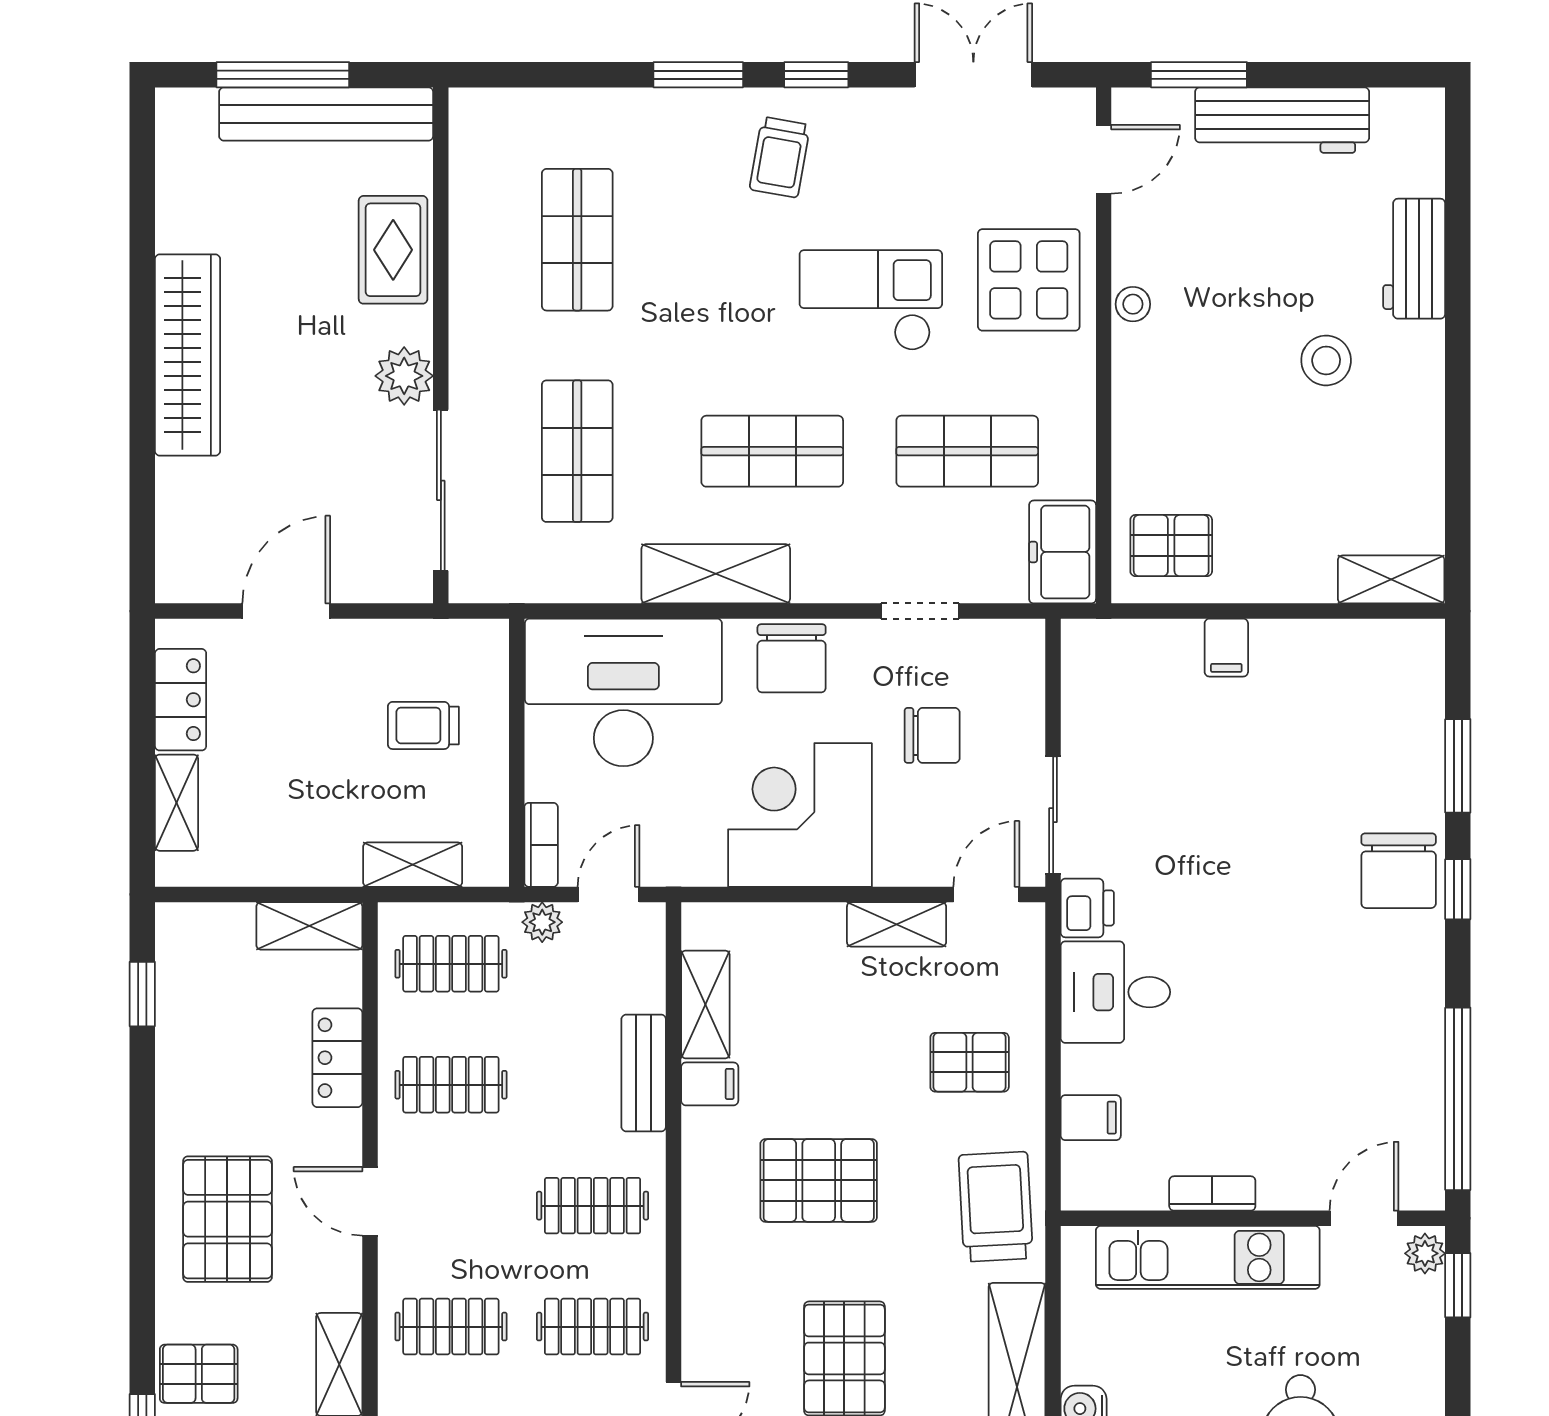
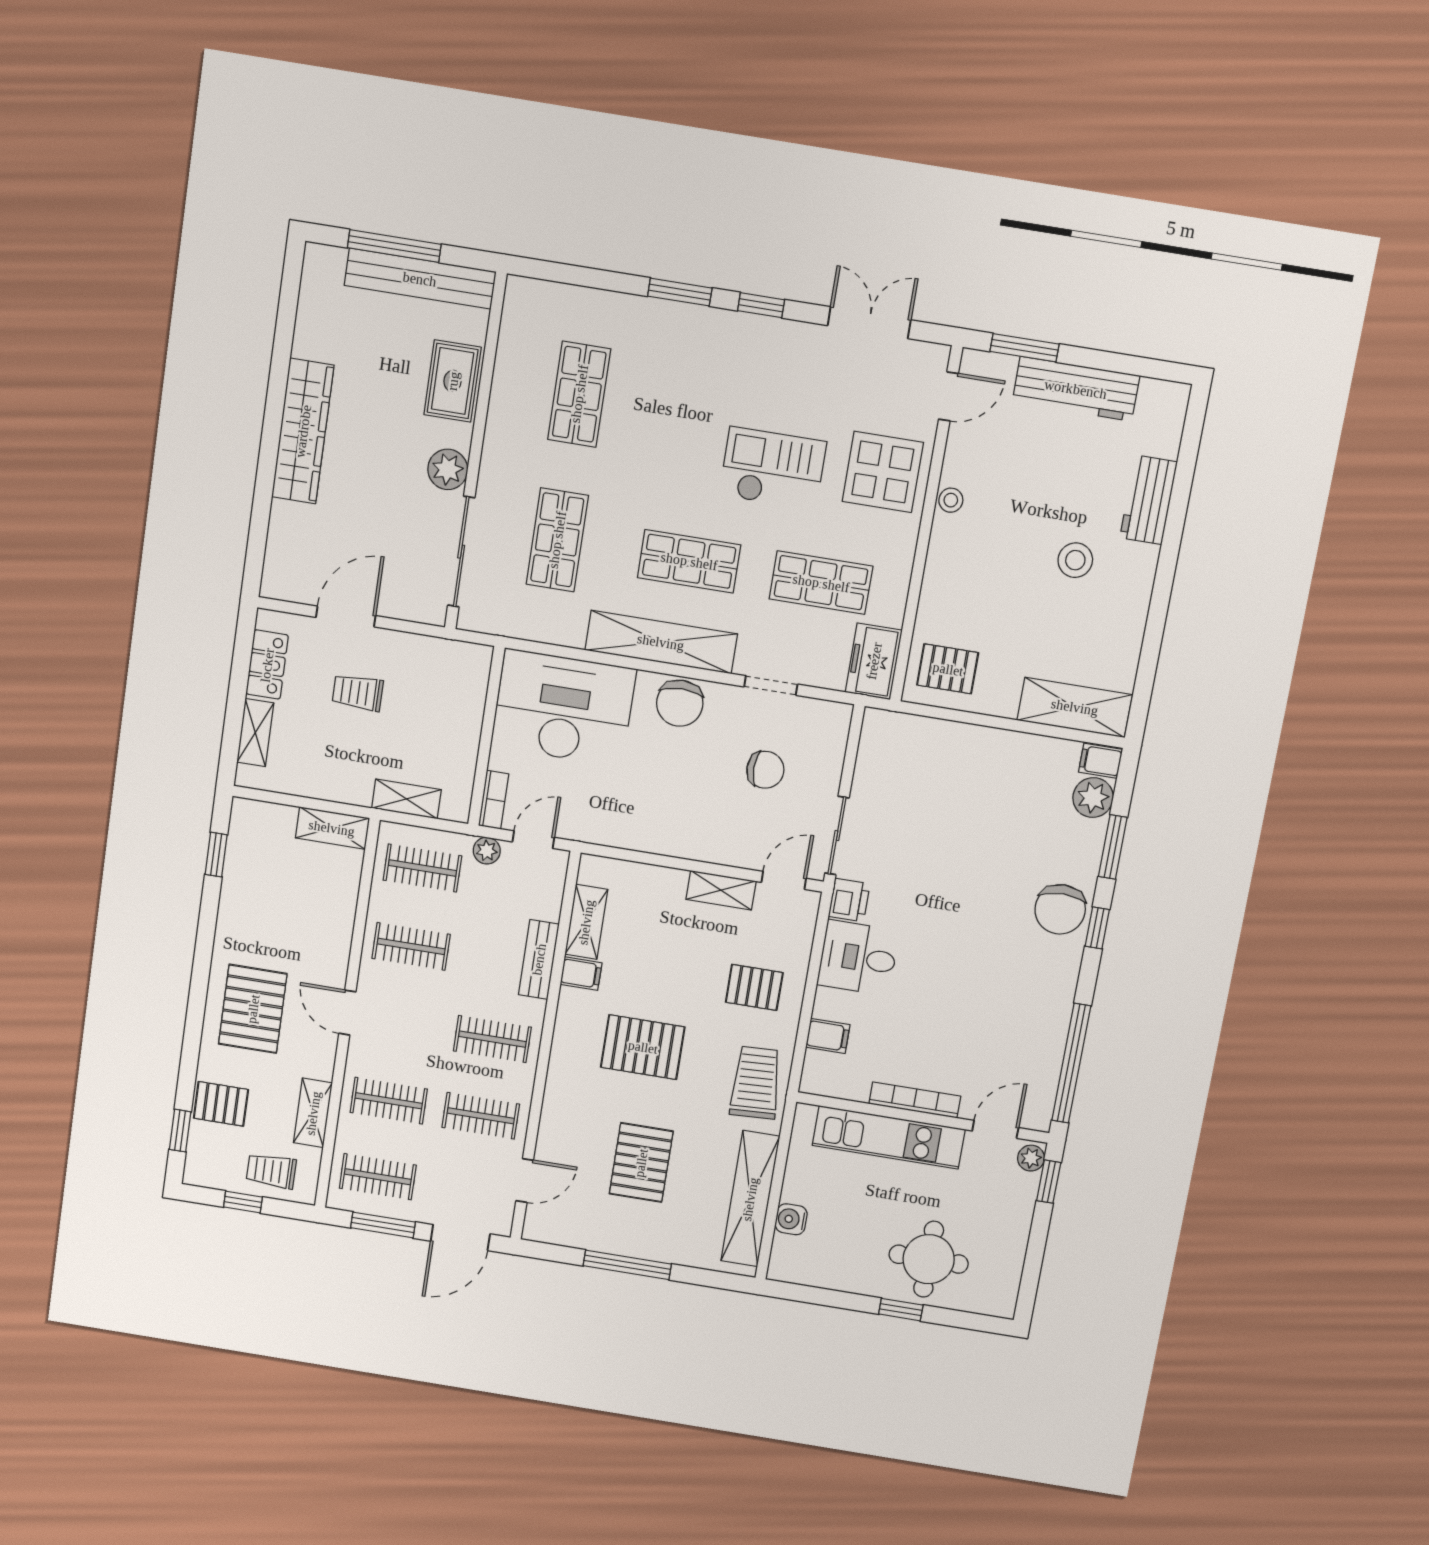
trolley: (780, 157) -> (727, 359), removed
shelving: (716, 574) -> (661, 642), width x1.47
shelving: (1391, 579) -> (1075, 707), width x1.50, depth x1.33
filing cabinet: (1226, 648) -> (1100, 761), moved, turned 90
plant: (1416, 698) -> (1093, 798), added
trolley: (423, 725) -> (358, 693), moved
corner desk: (800, 815) -> (669, 808), removed
locker: (337, 1058) -> (339, 917), removed
bookcase: (1212, 1193) -> (915, 1100), width x1.56

